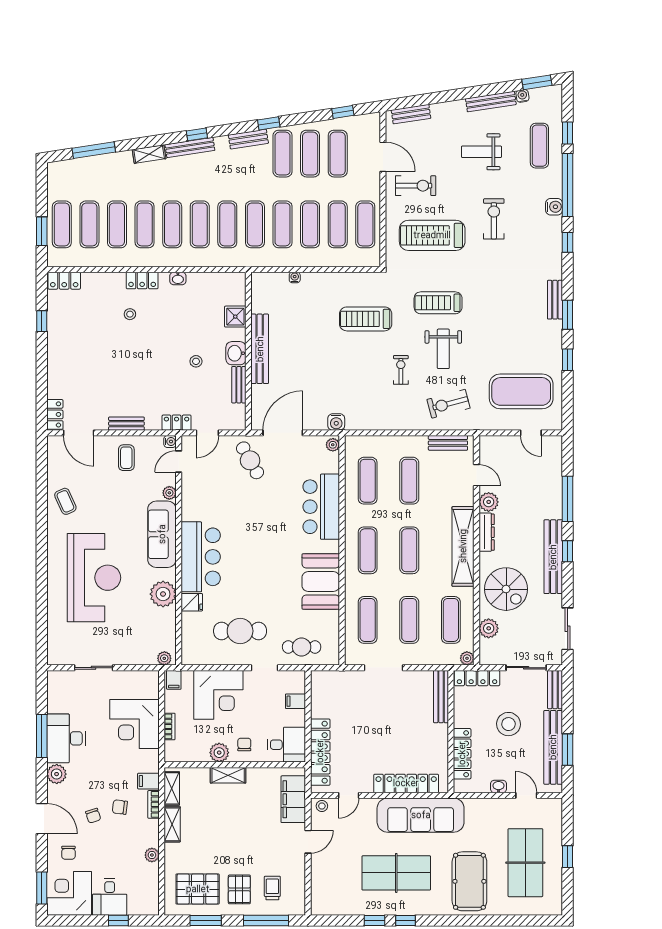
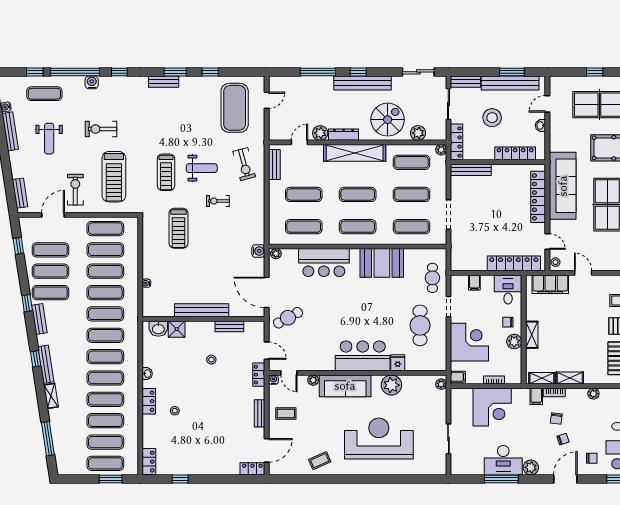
washbasin: (236, 353) -> (158, 329), moved

